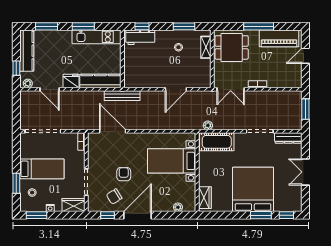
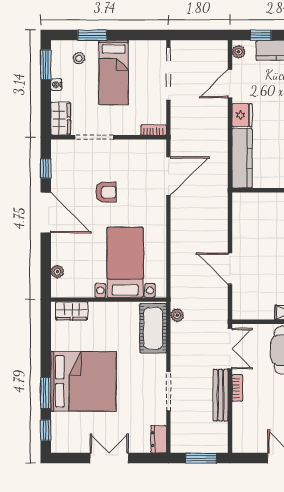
double door: (231, 89) -> (230, 349), swing flipped
bench: (122, 96) -> (221, 395), moved
dresser: (288, 138) -> (159, 439), width x0.70
chair: (114, 196) -> (73, 178), removed

